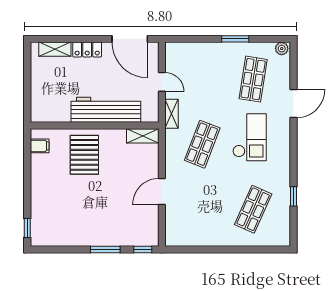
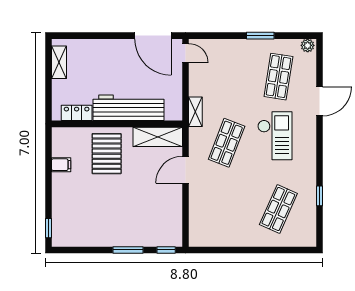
shelving: (55, 49) -> (59, 62), moved, turned 90
locker: (87, 50) -> (77, 113), moved, turned 180
door: (162, 82) -> (186, 53), moved
shelving: (143, 136) -> (158, 137), width x1.50, depth x1.33
filing cabinet: (40, 146) -> (61, 165), moved
door: (162, 192) -> (186, 170), moved

